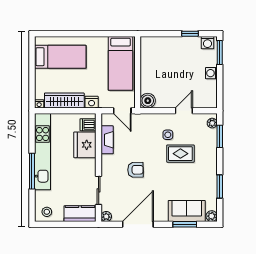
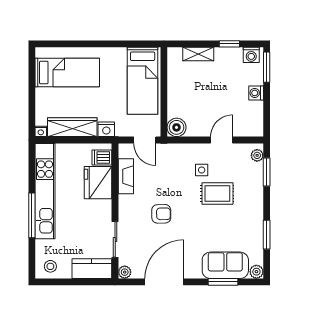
shelving: (165, 42) -> (198, 54), added

